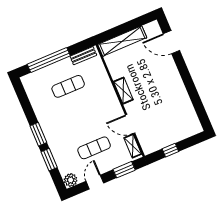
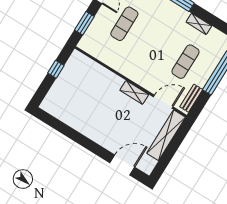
door: (130, 124) -> (163, 102), moved
shelving: (133, 146) -> (199, 24), moved

